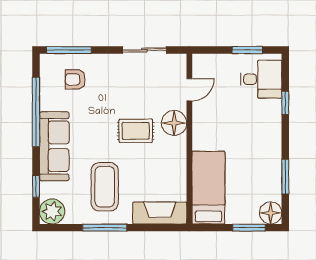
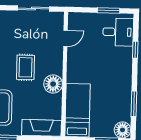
floor lamp: (174, 123) -> (53, 84), moved
rug: (136, 131) -> (25, 67), turned 90

